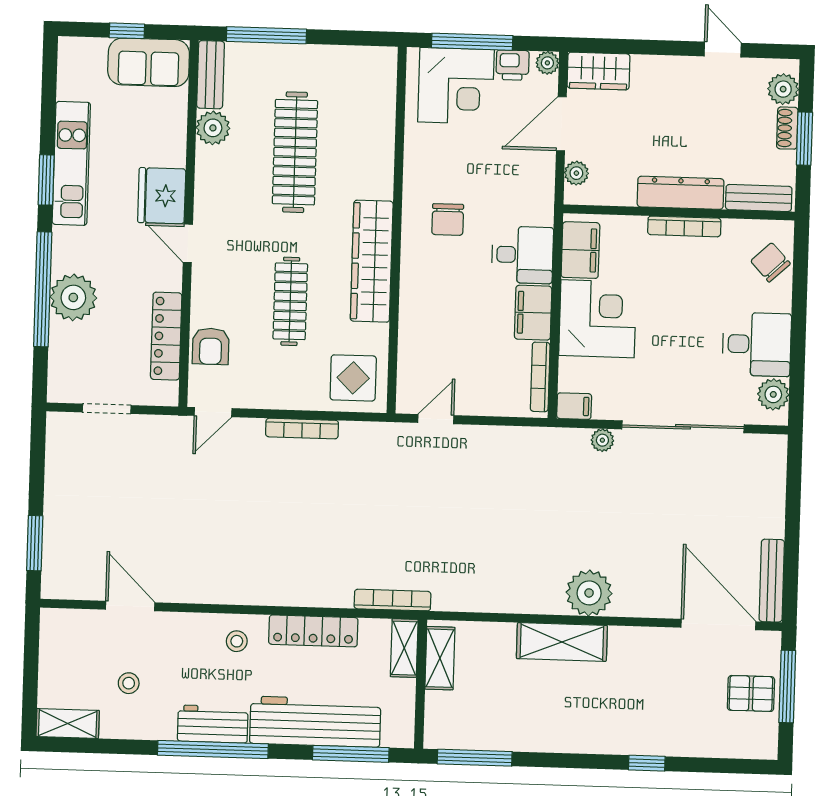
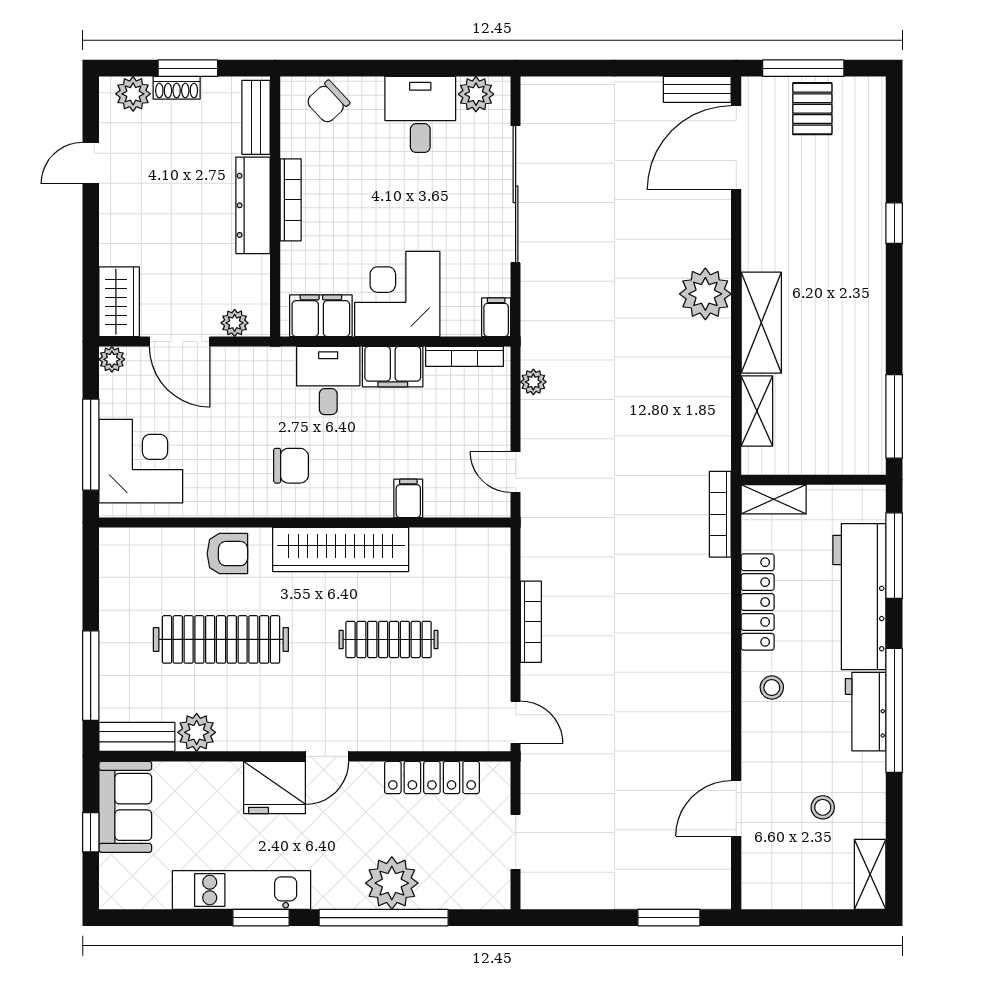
printer: (512, 65) -> (116, 398), removed
filing cabinet: (415, 323) -> (408, 498), added
armchair: (211, 346) -> (227, 554), moved
display table: (353, 378) -> (472, 566), removed
plant: (602, 440) -> (533, 382), moved
bench: (772, 581) -> (697, 89), width x0.73
shelving: (440, 658) -> (757, 411), moved, turned 90

